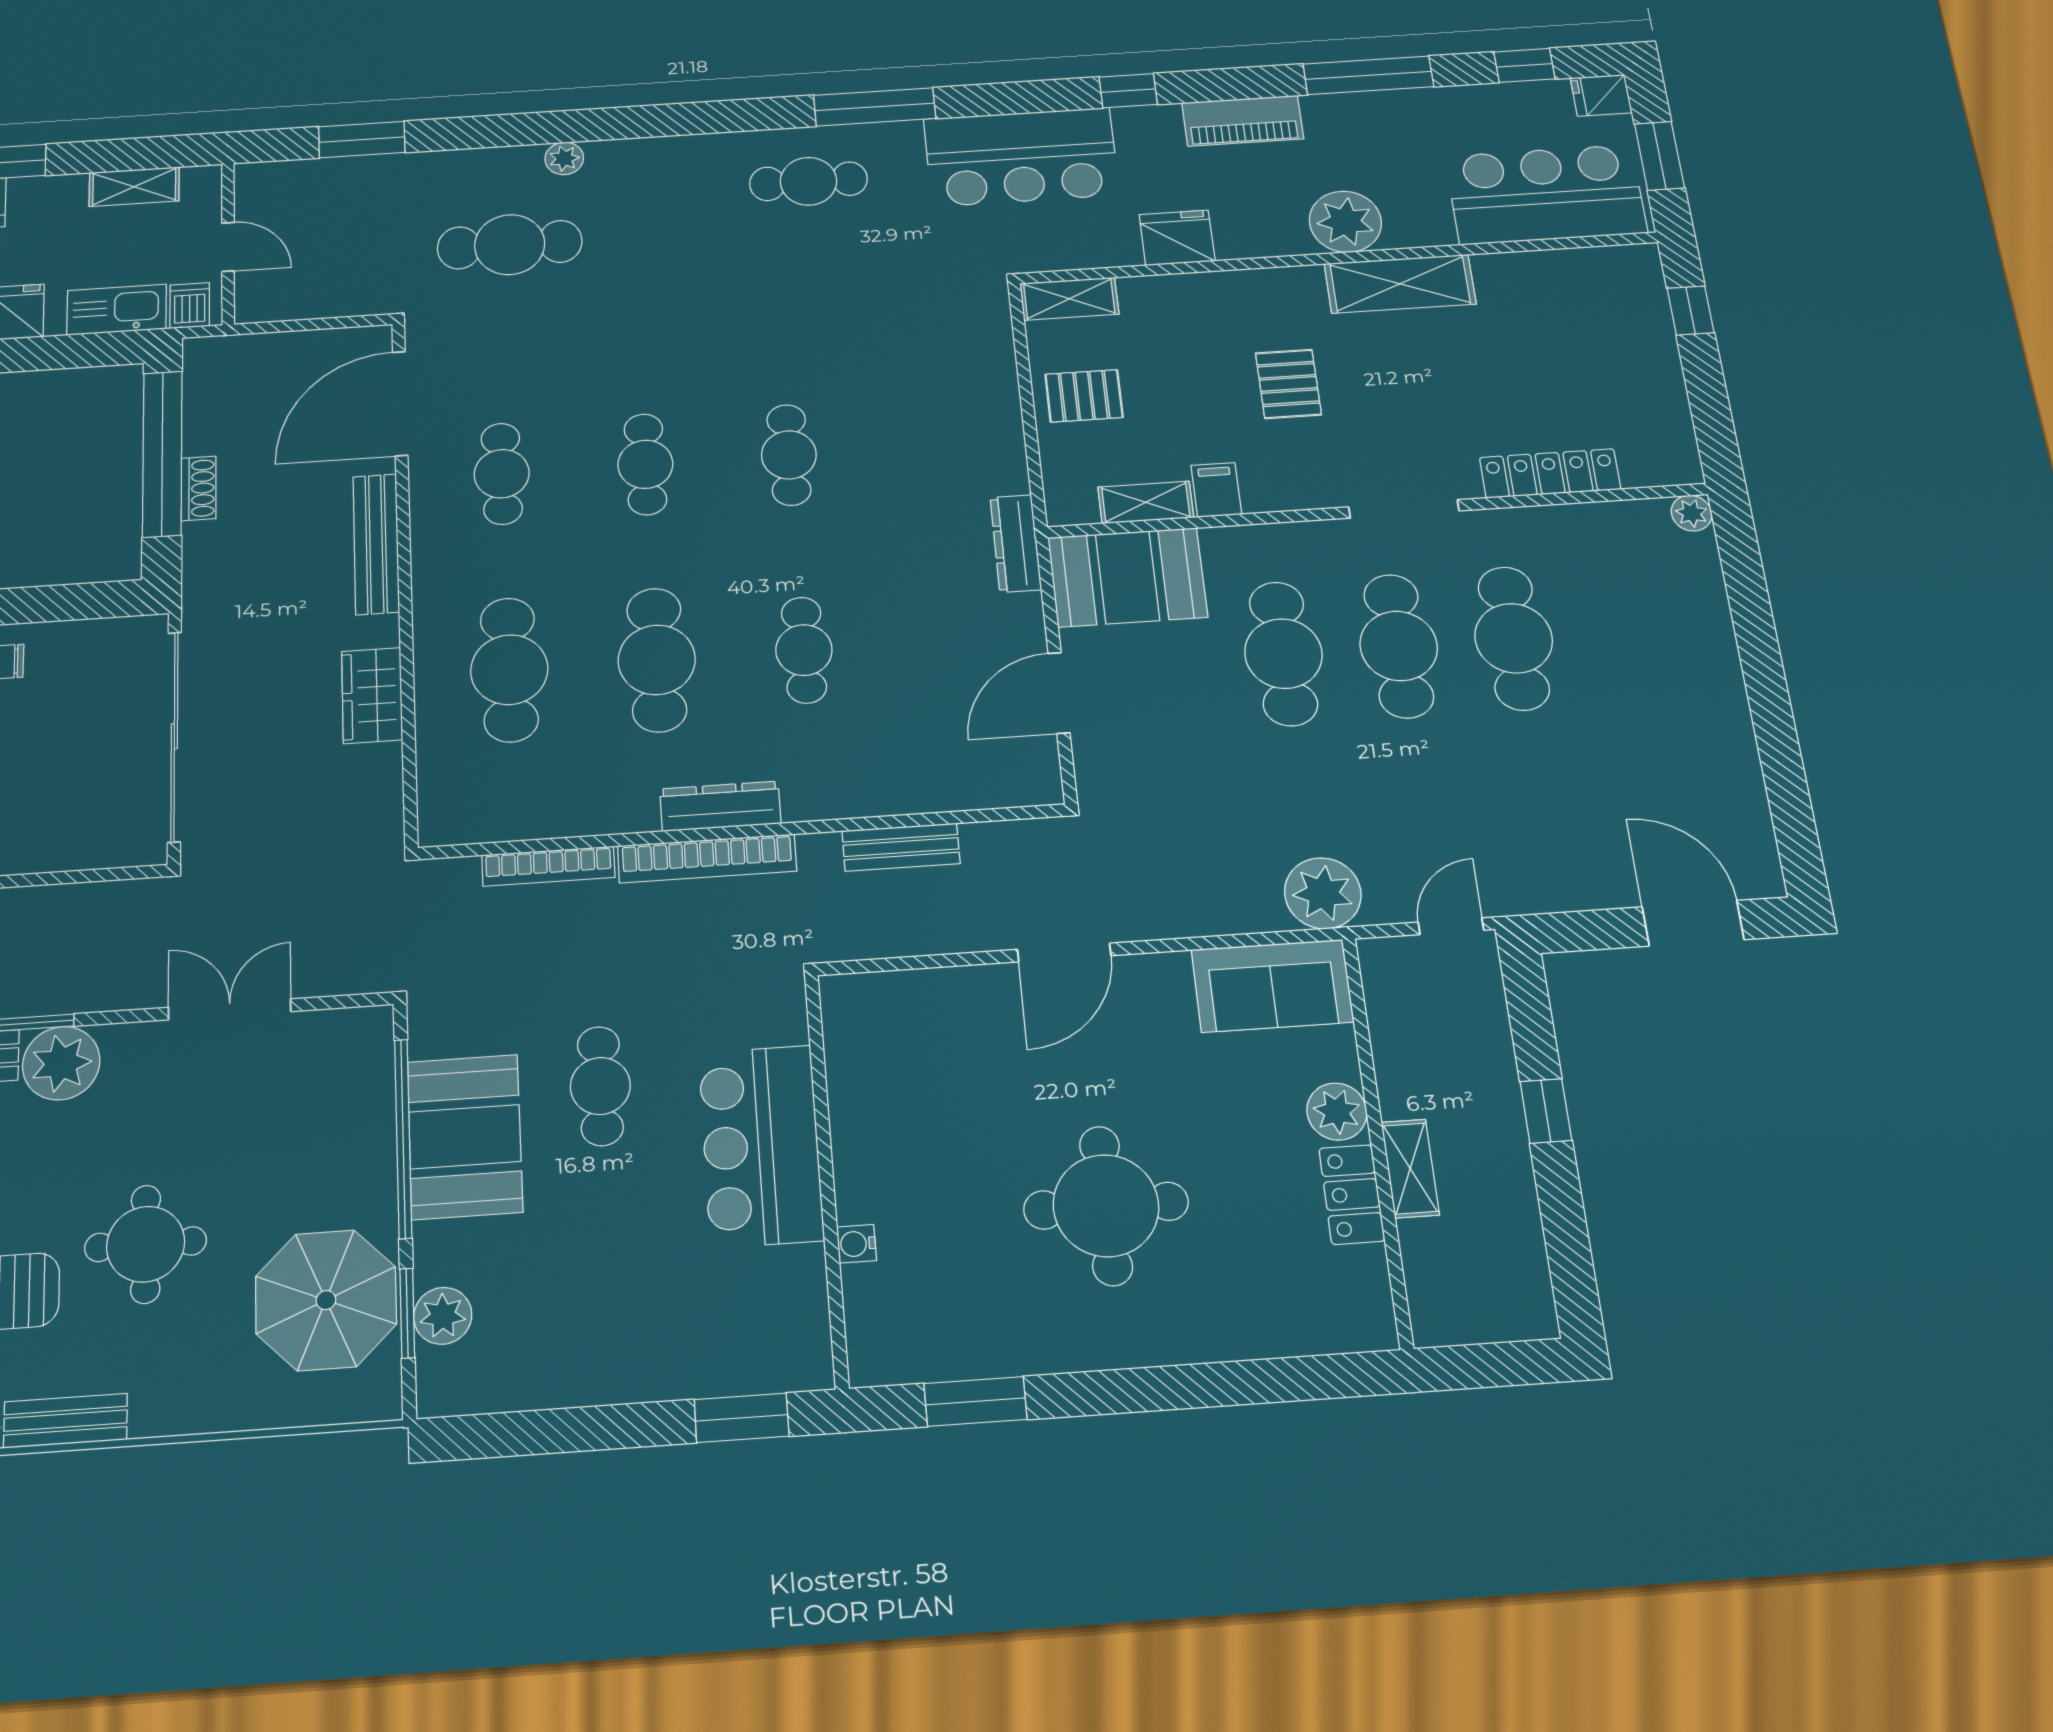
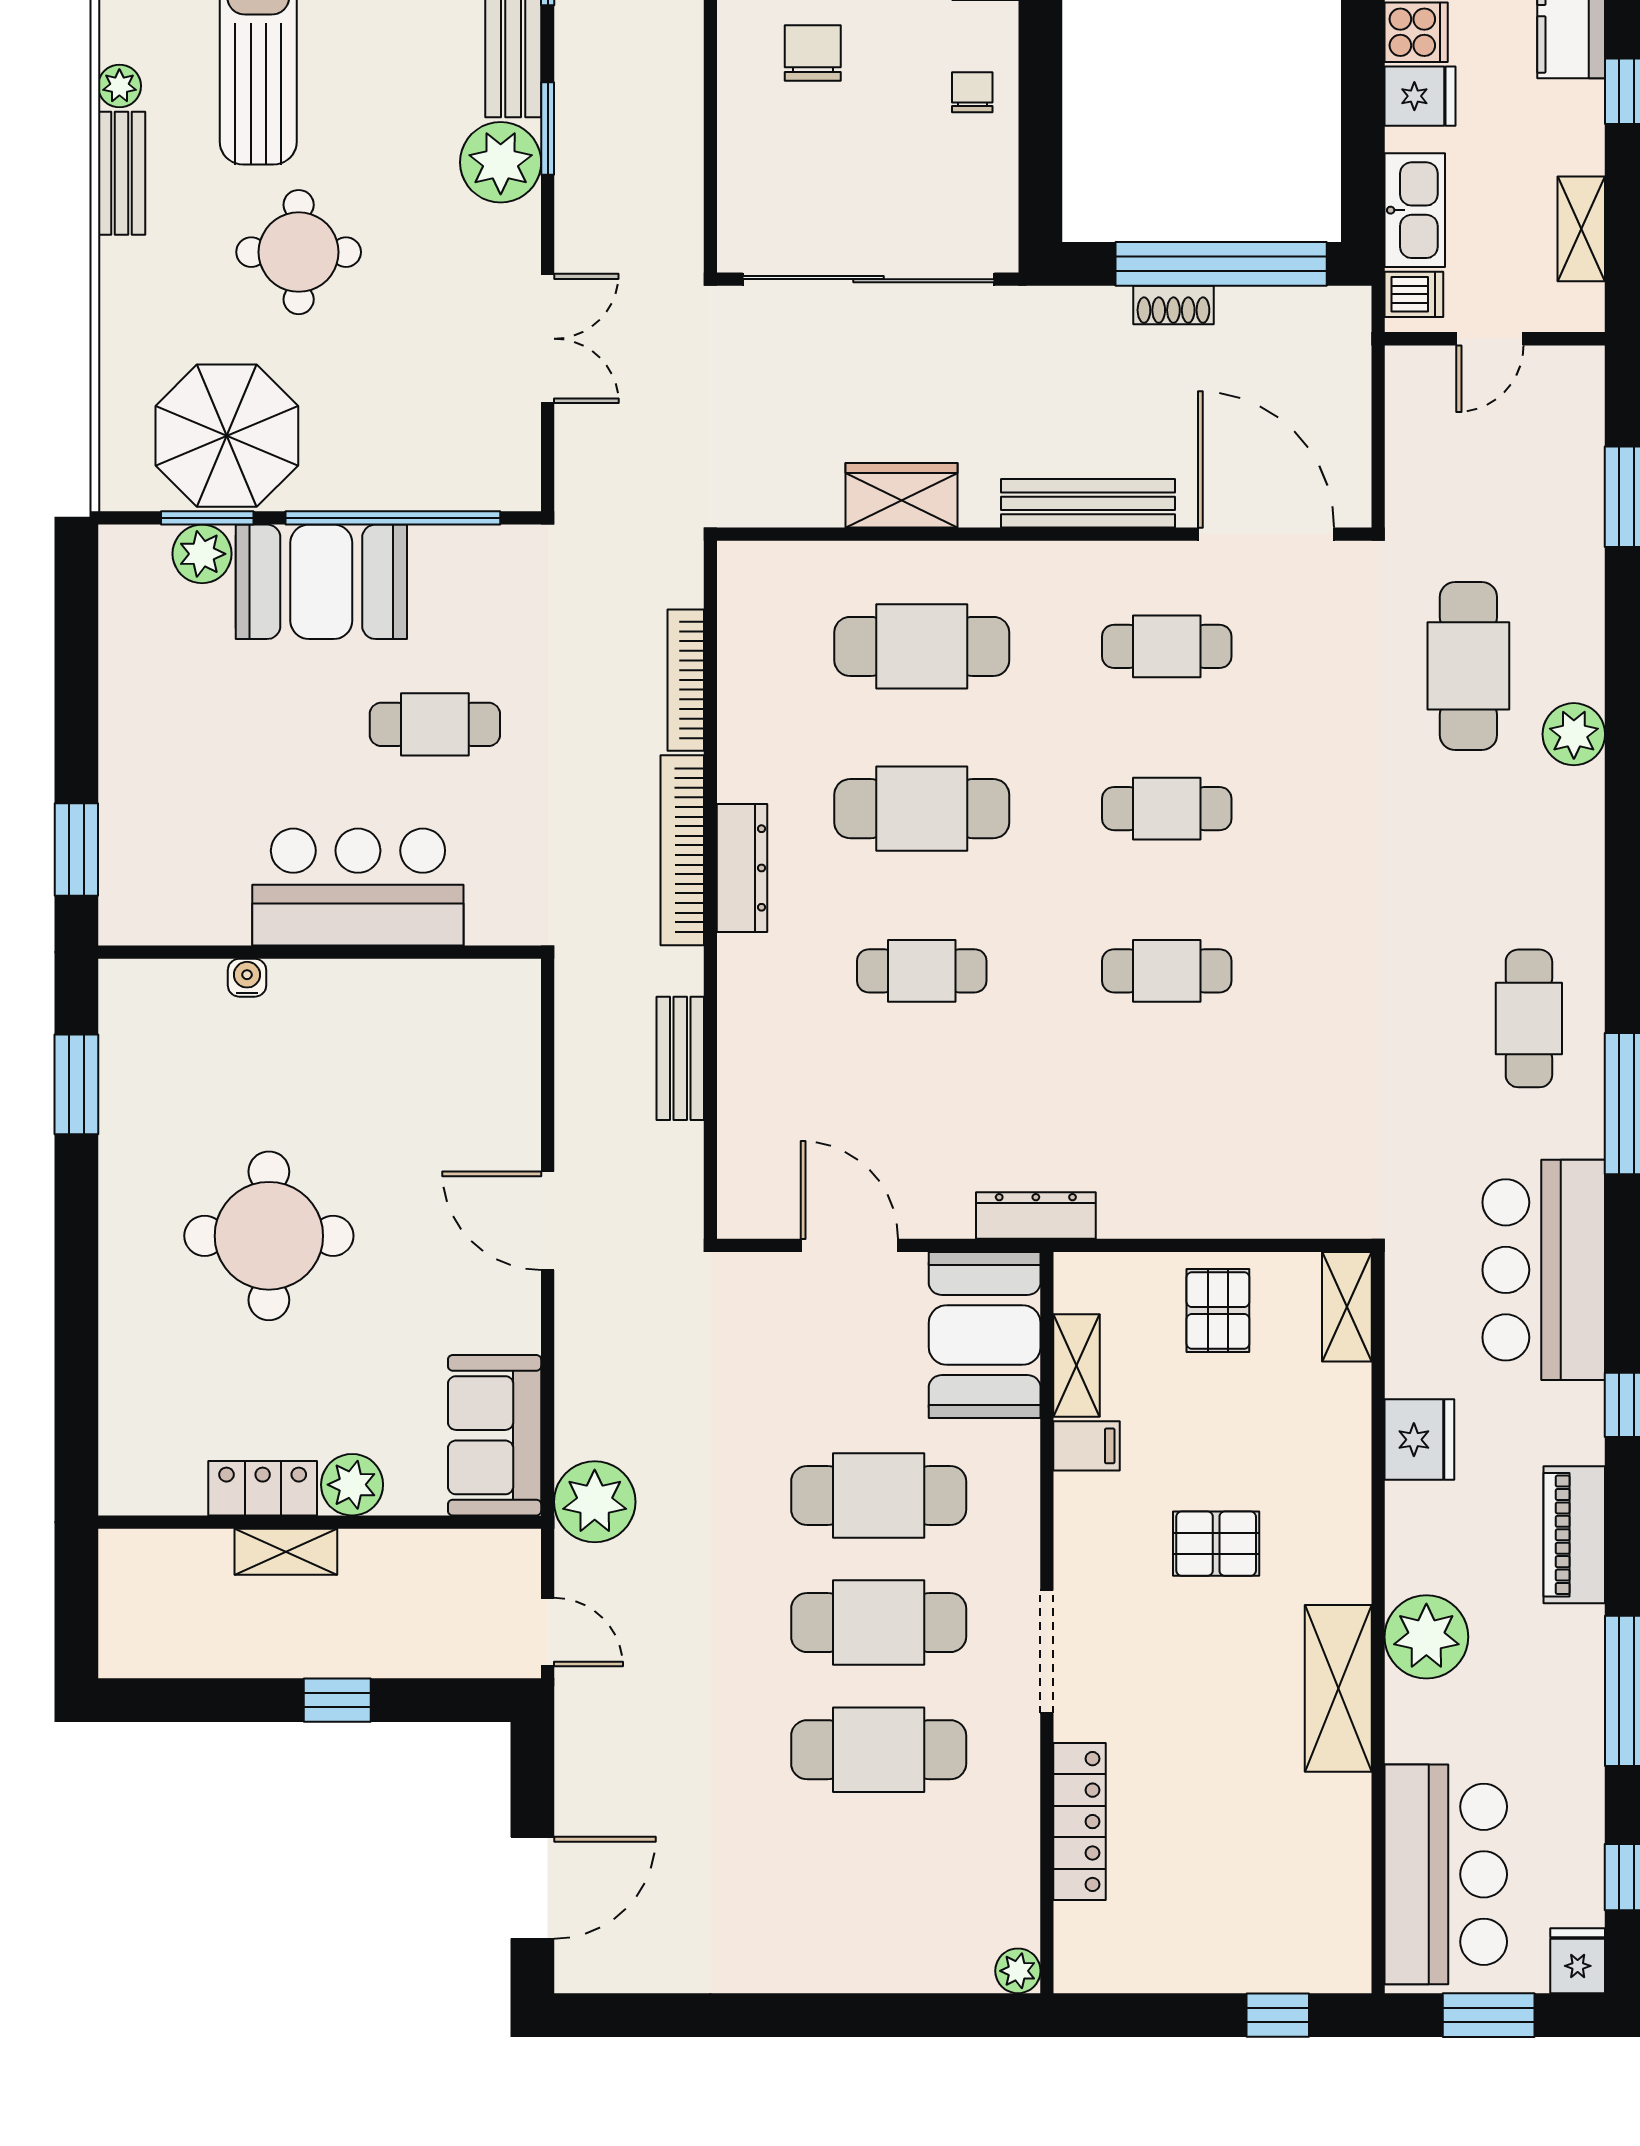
plant: (564, 158) -> (1574, 734), width x1.38, depth x1.38
booth: (465, 1137) -> (321, 582), moved

